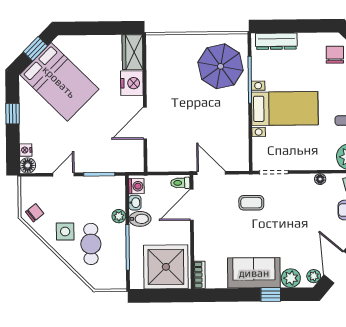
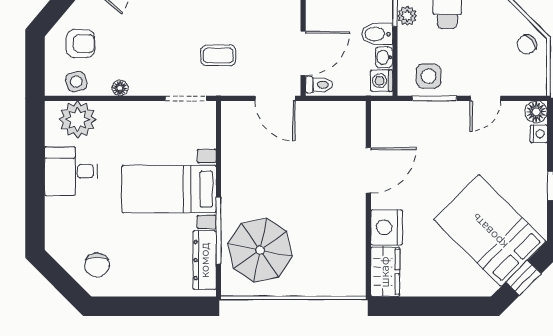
dresser: (276, 41) -> (205, 260), moved, turned -90
plant: (119, 216) -> (407, 16), moved
side table: (65, 231) -> (429, 76), moved

